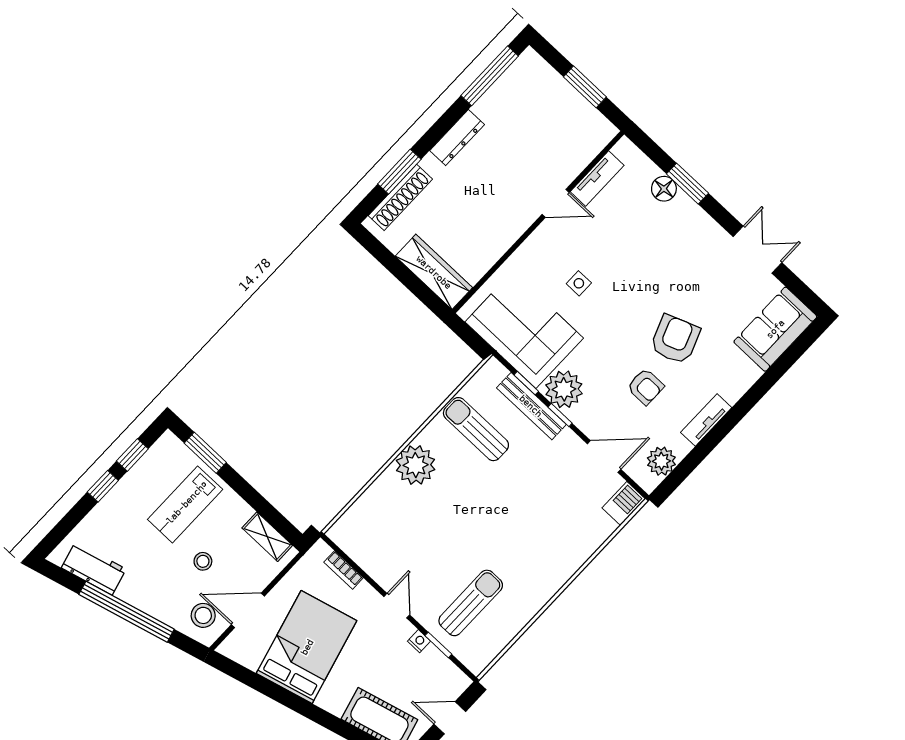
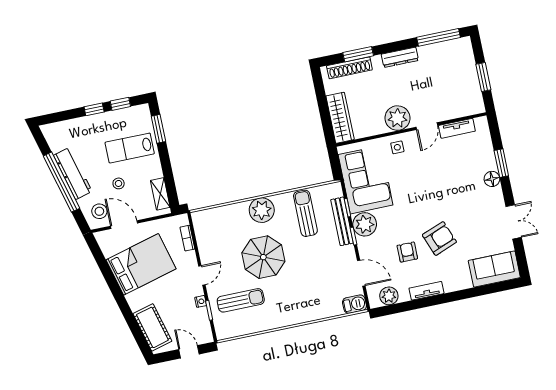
floor lamp: (664, 189) -> (492, 179), moved
door: (556, 203) -> (427, 126), hinge flipped
plant: (510, 220) -> (397, 118), added
side table: (579, 283) -> (397, 147), moved
armchair: (645, 387) -> (407, 252), turned 180
parasol: (461, 525) -> (263, 257), added
workbench: (94, 568) -> (73, 173), moved, width x1.37

